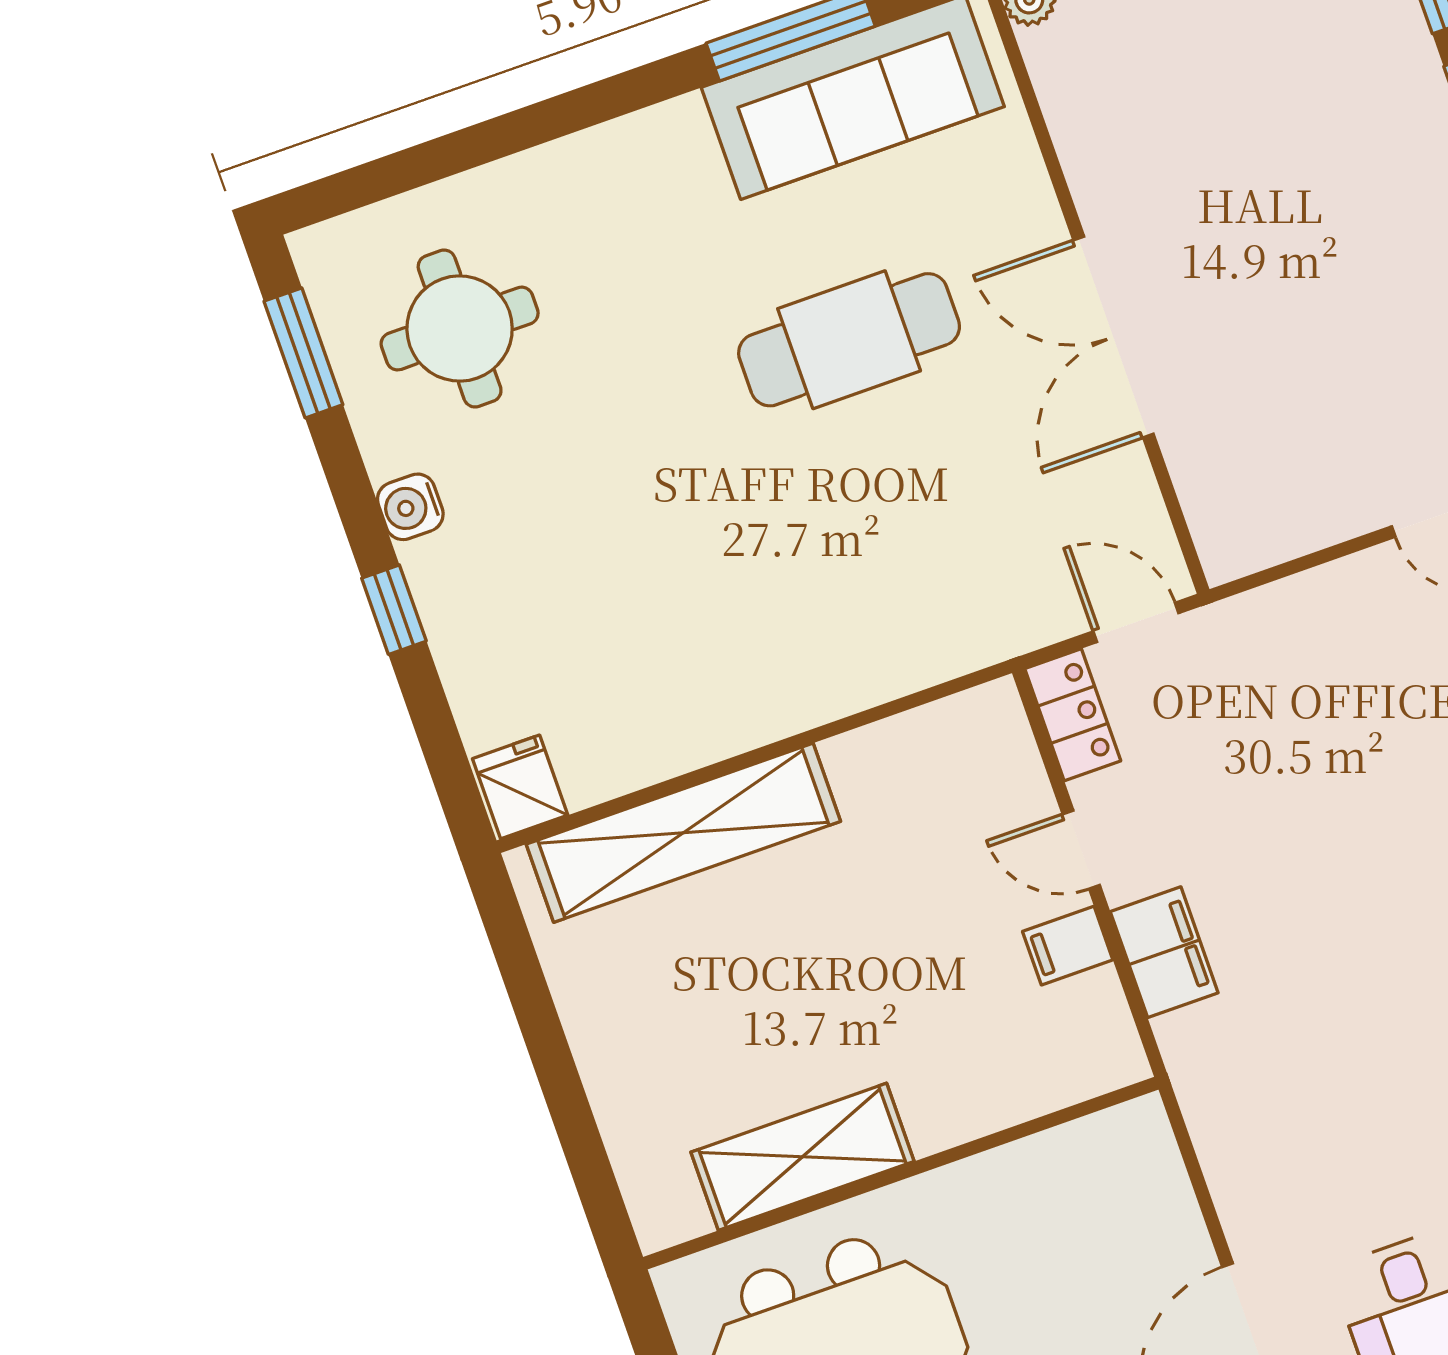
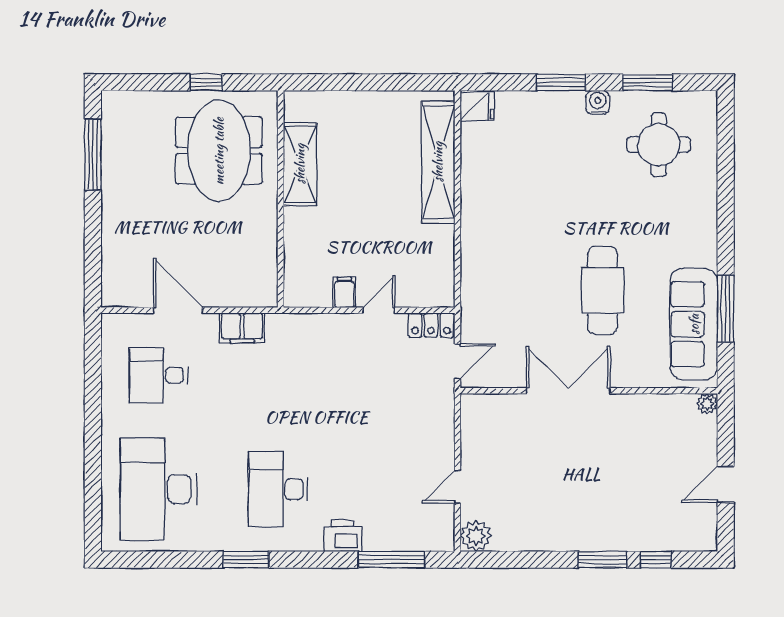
window: (303, 353) -> (648, 82), moved
window: (394, 610) -> (561, 82), width x1.50
filing cabinet: (1164, 952) -> (242, 328), moved

